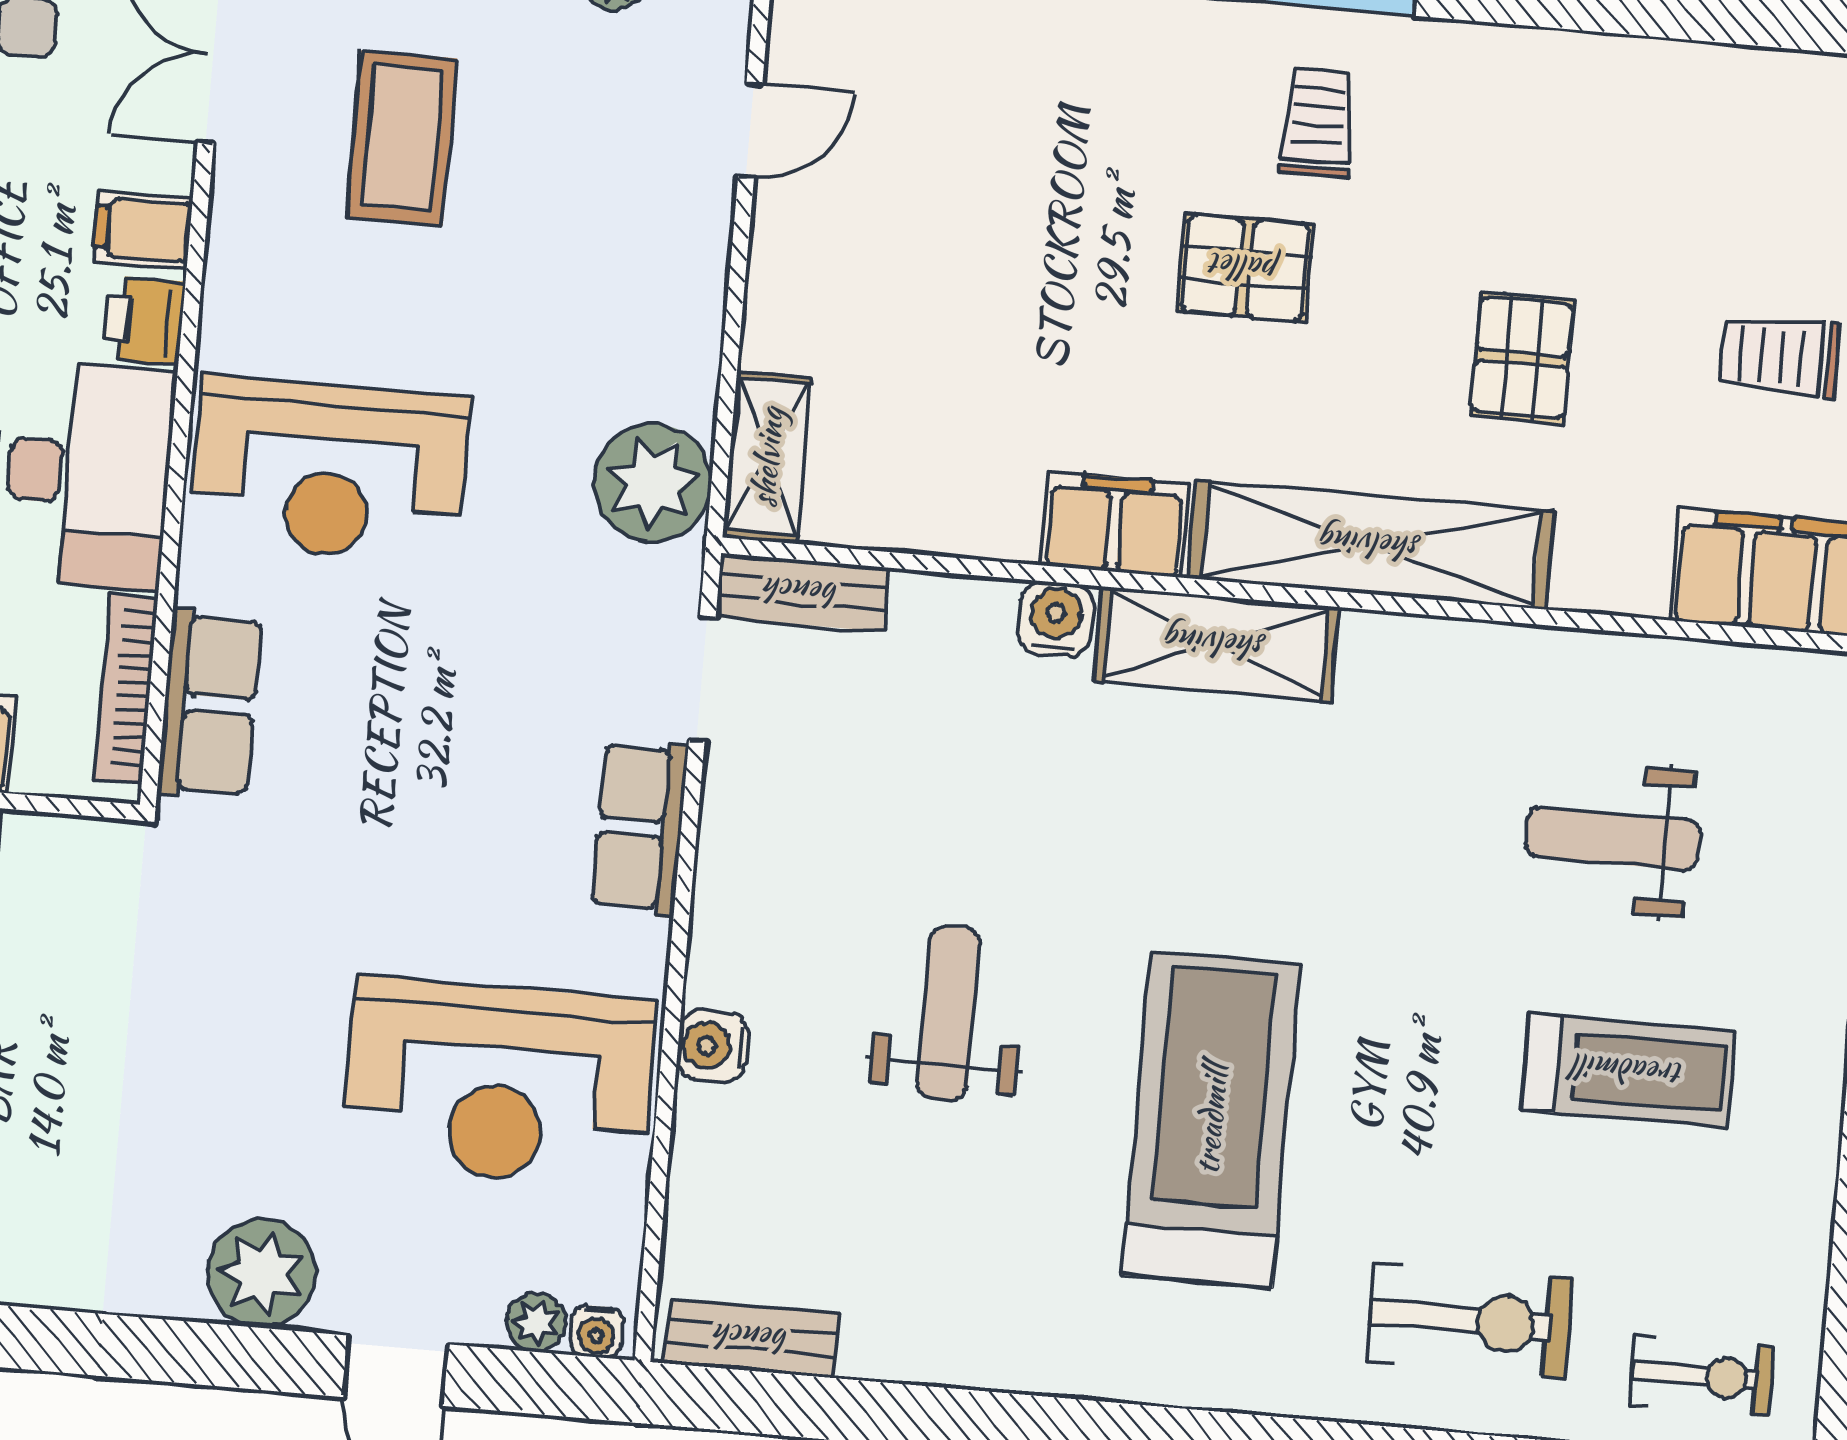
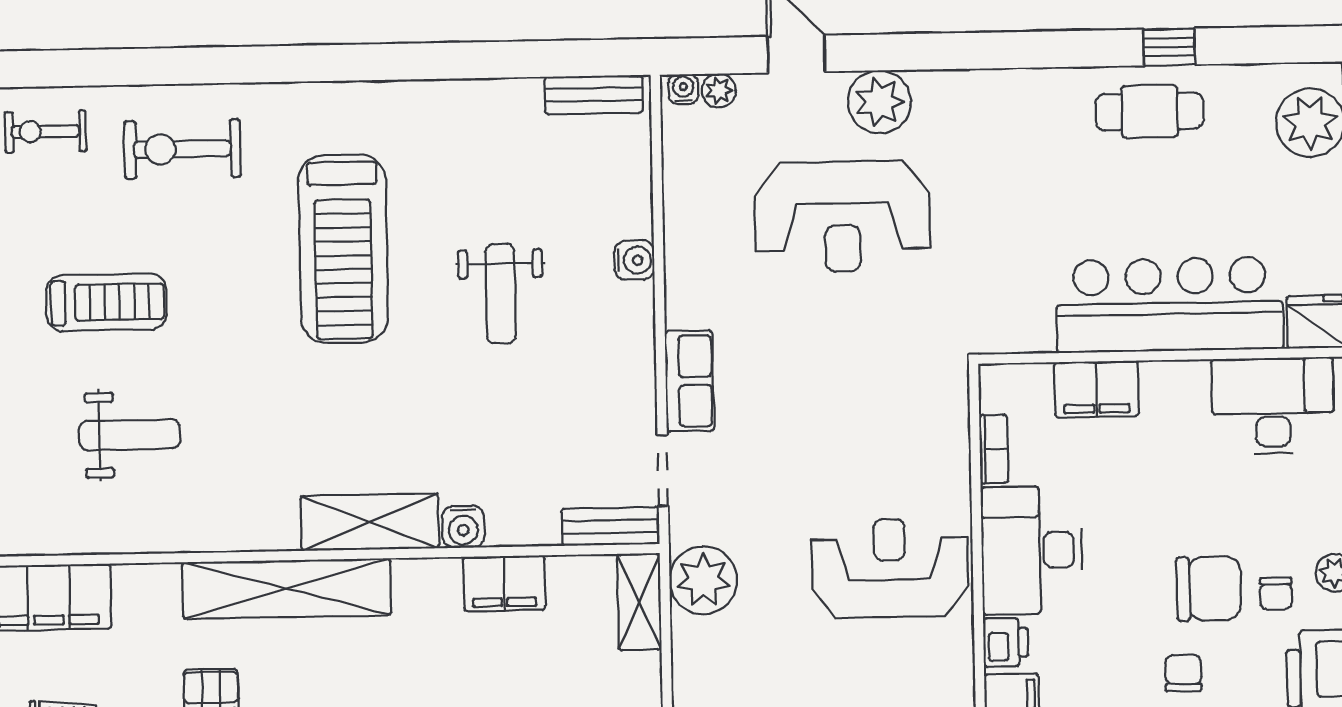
filing cabinet: (1115, 525) -> (504, 583), moved
bookcase: (126, 688) -> (994, 449), width x0.64
row of seats: (209, 704) -> (944, 426), removed
treadmill: (1629, 1071) -> (106, 302), turned 180
reception desk: (499, 1082) -> (842, 216), moved, turned 180

